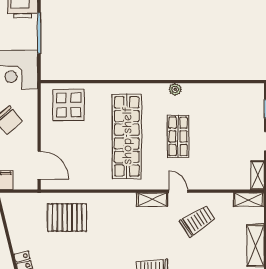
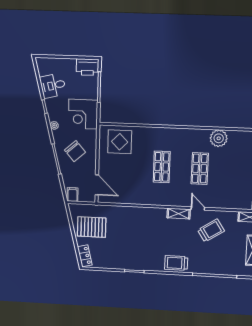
plant: (175, 89) -> (219, 138), moved, width x1.87, depth x1.87
shop shelf: (127, 136) -> (162, 167), width x0.50, depth x0.74
pallet: (67, 217) -> (92, 227), moved

